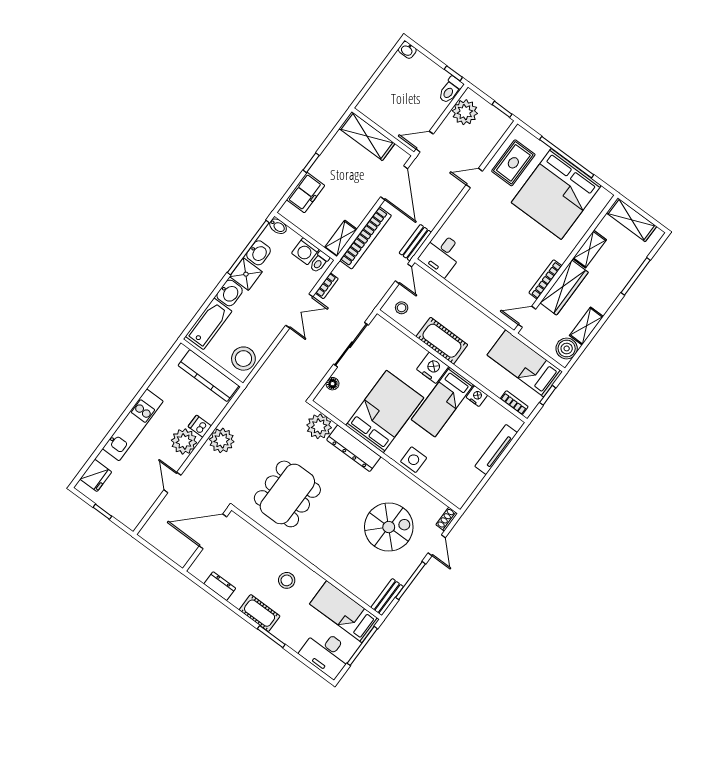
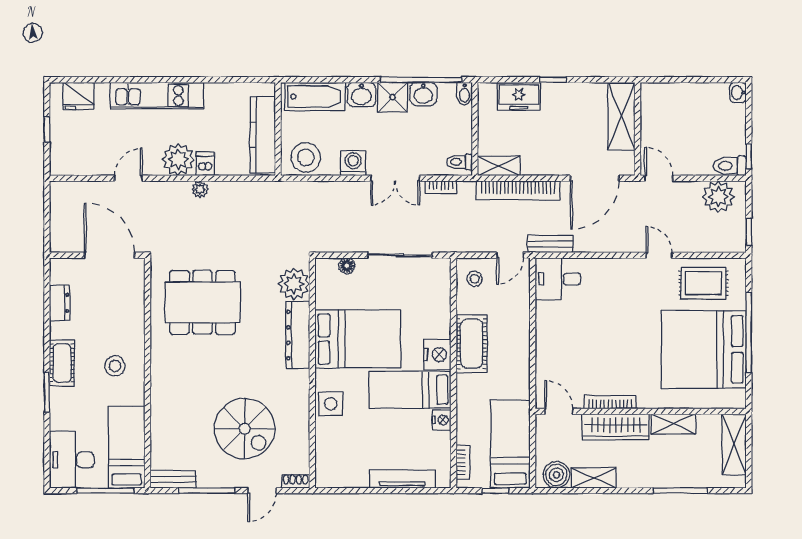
washing machine: (305, 251) -> (353, 163), moved, turned 90
plant: (222, 440) -> (200, 189), width x0.53, depth x0.53

